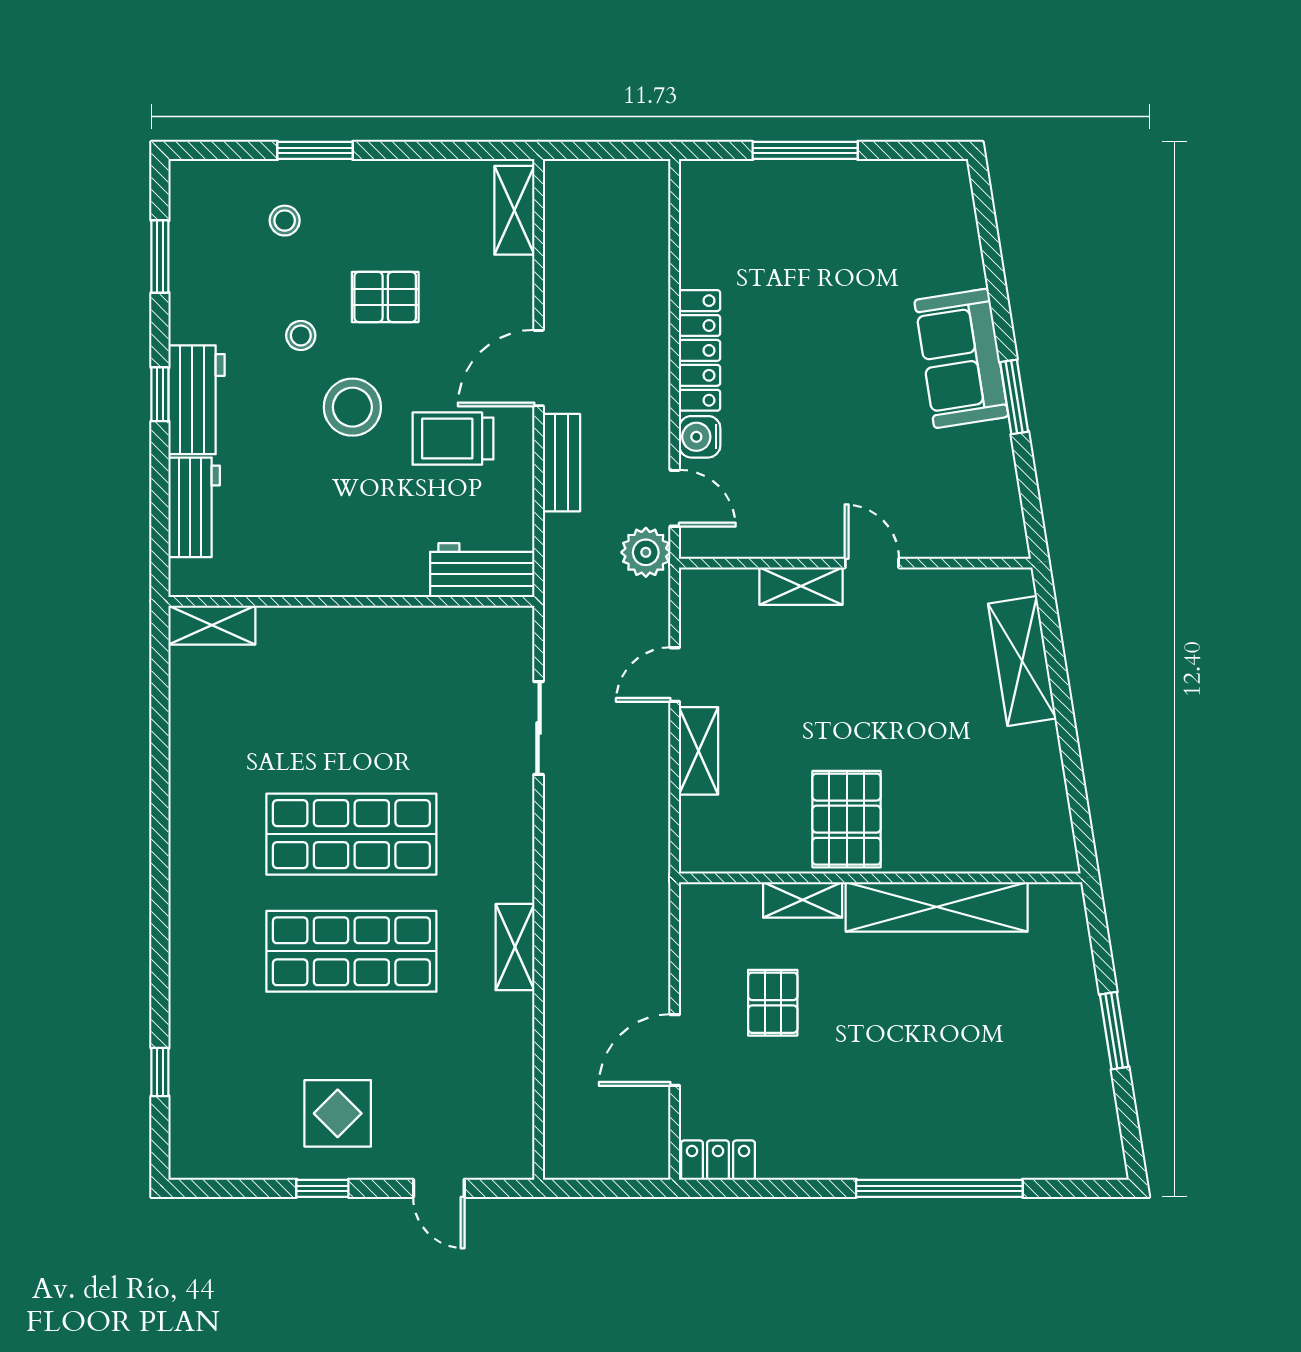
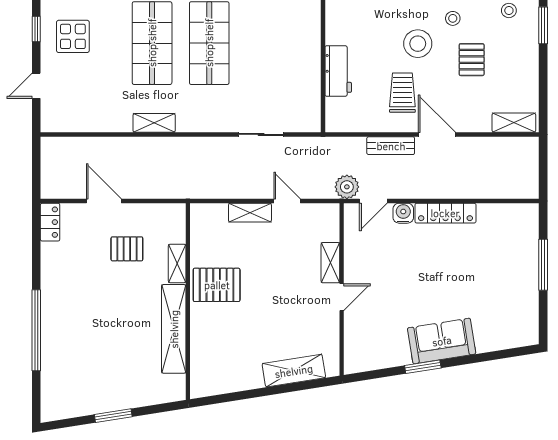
workbench: (482, 570) -> (338, 71), moved

